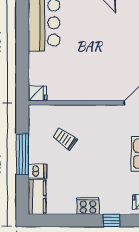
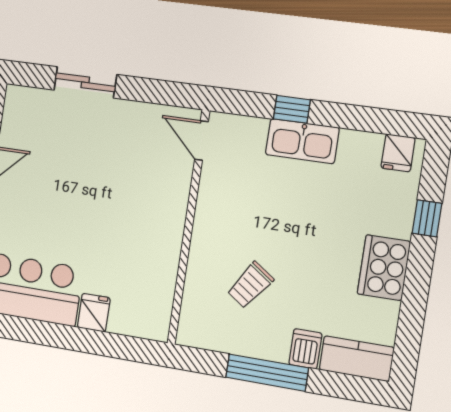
fridge: (37, 93) -> (94, 313), moved
cooker: (88, 206) -> (384, 268), width x1.37, depth x1.31

